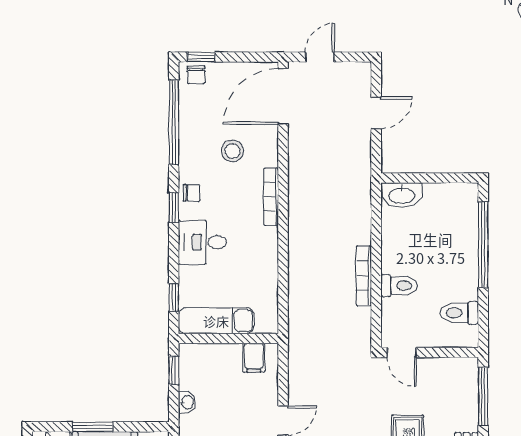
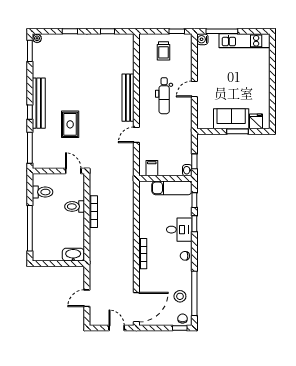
door: (320, 57) -> (117, 328), swing flipped
stool: (233, 151) -> (180, 296), moved
window: (174, 208) -> (194, 224), moved
washbasin: (187, 402) -> (187, 170), moved

